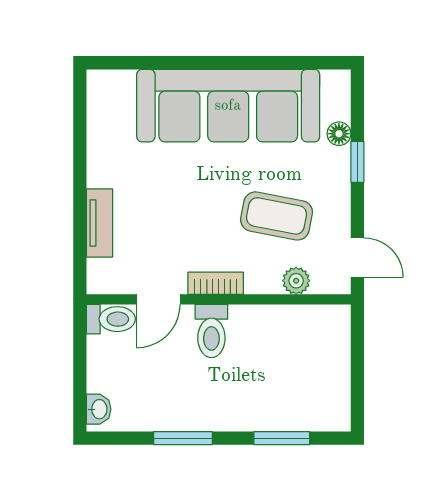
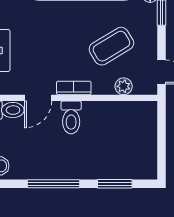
coffee table: (277, 216) -> (111, 46), turned -42
window: (183, 438) -> (53, 184), width x1.44

